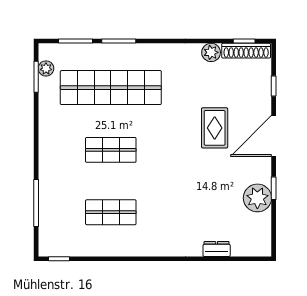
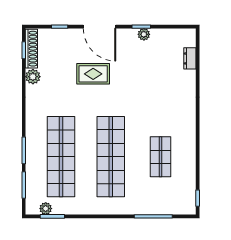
shop shelf: (111, 150) -> (111, 157), width x2.00, depth x1.36
plant: (257, 198) -> (144, 34), width x0.53, depth x0.53
dresser: (217, 249) -> (190, 58), moved

